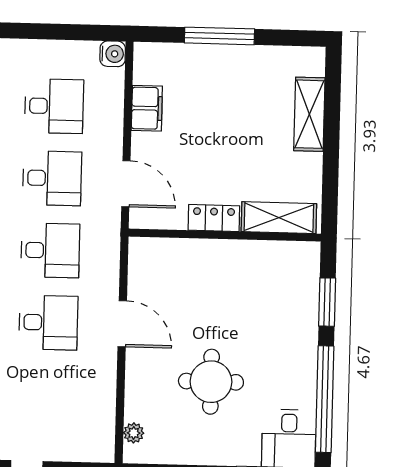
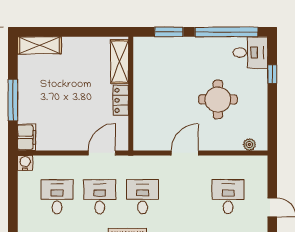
filing cabinet: (147, 108) -> (26, 137), moved, turned 90
shelving: (309, 114) -> (39, 45), moved
desk: (48, 322) -> (228, 197), moved

